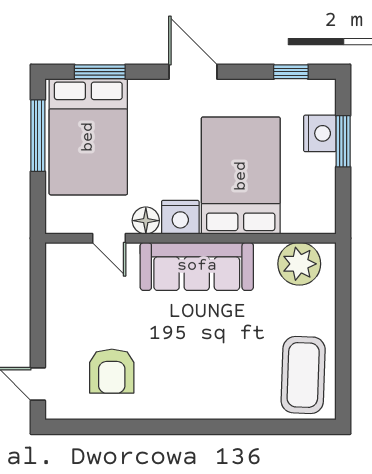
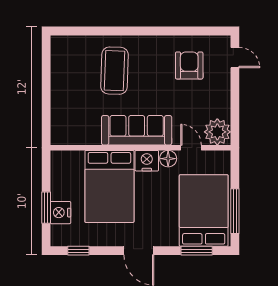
plant: (299, 264) -> (217, 132), moved
coffee table: (303, 375) -> (114, 71), moved

